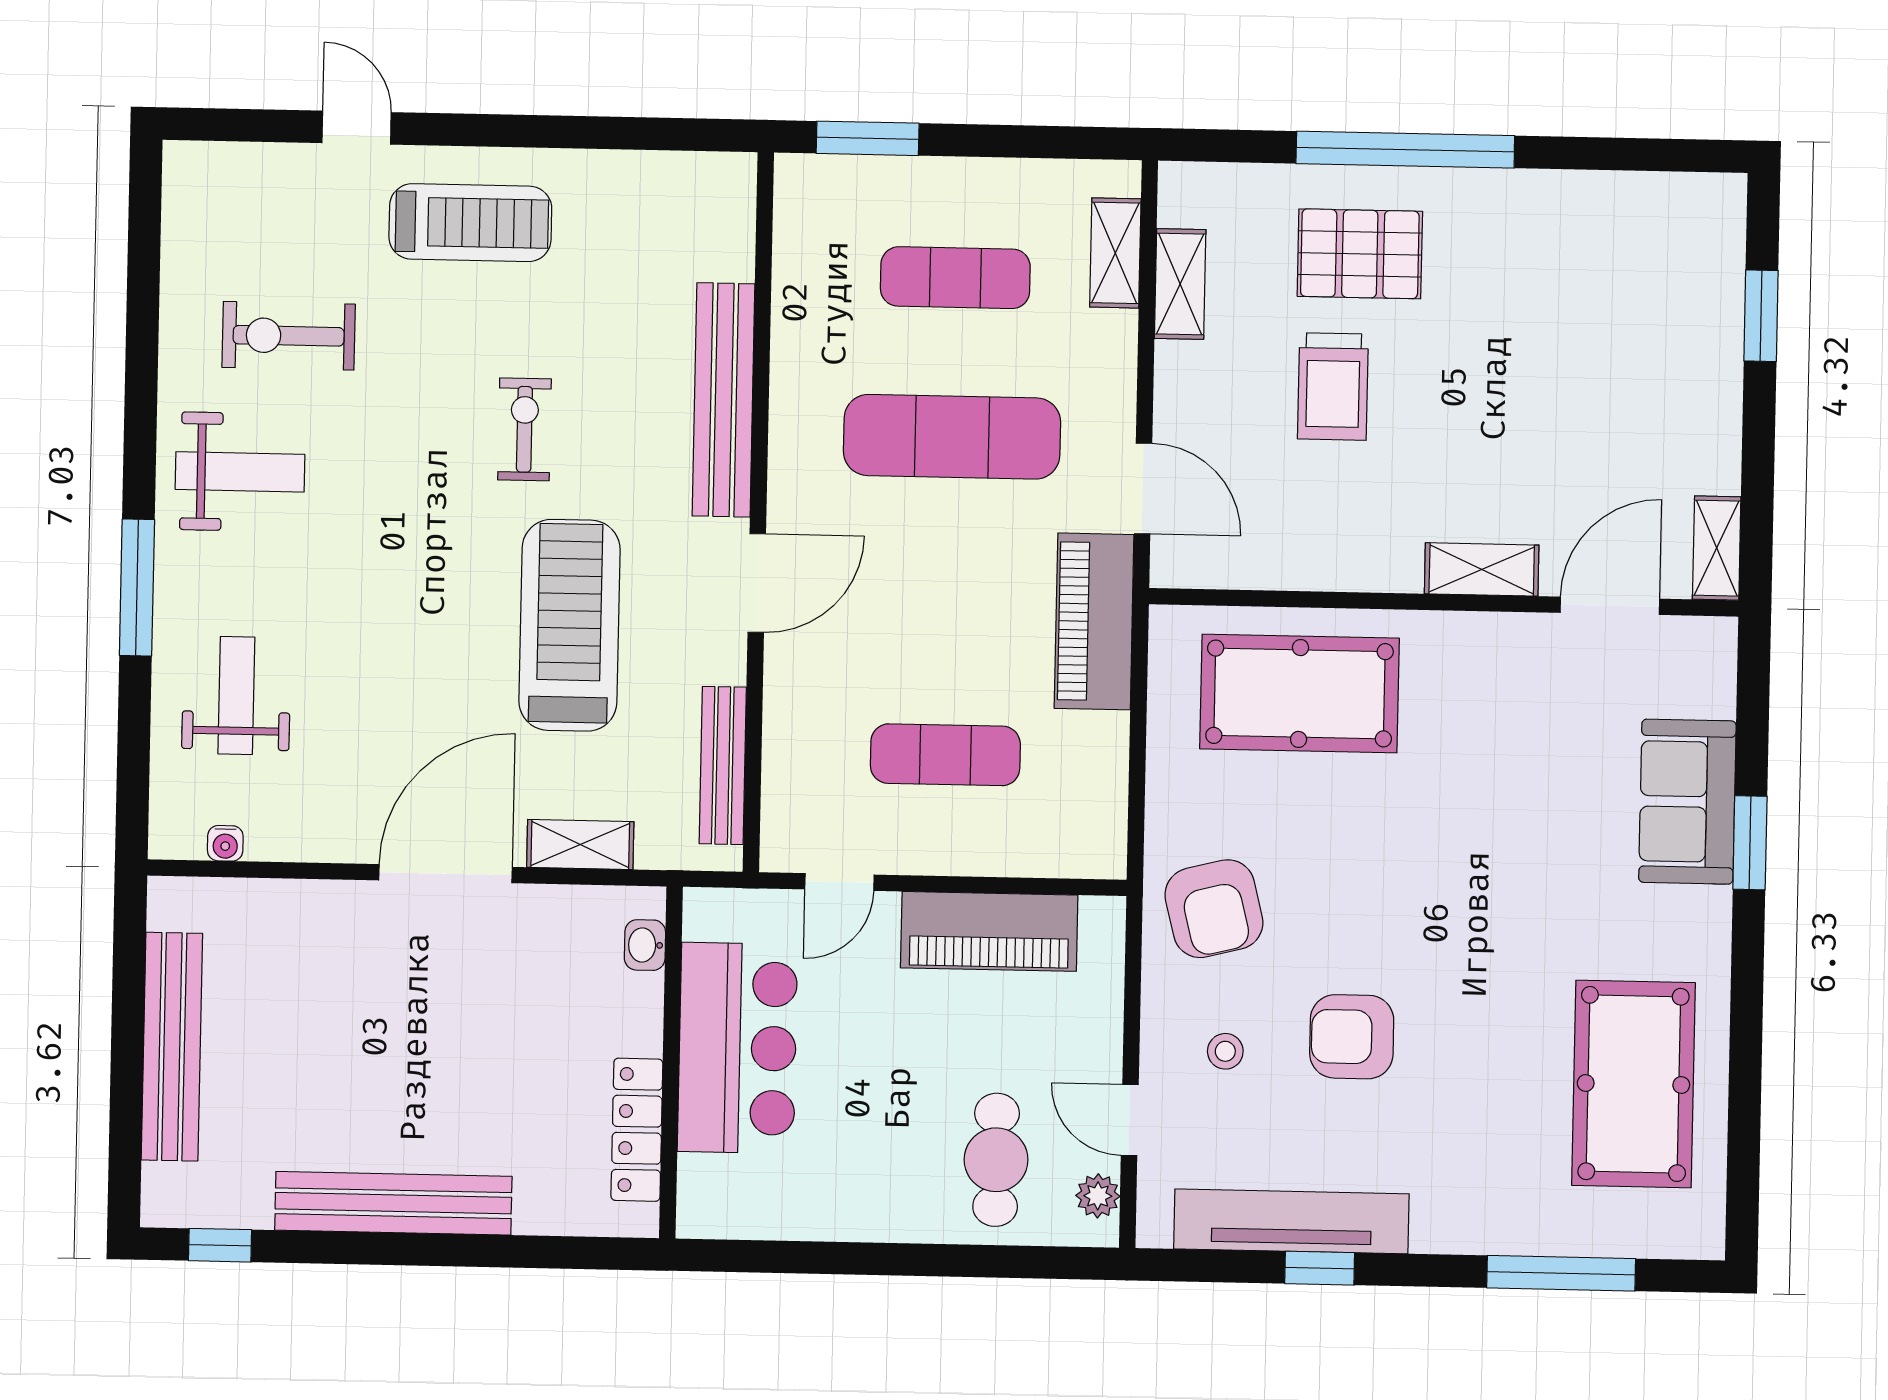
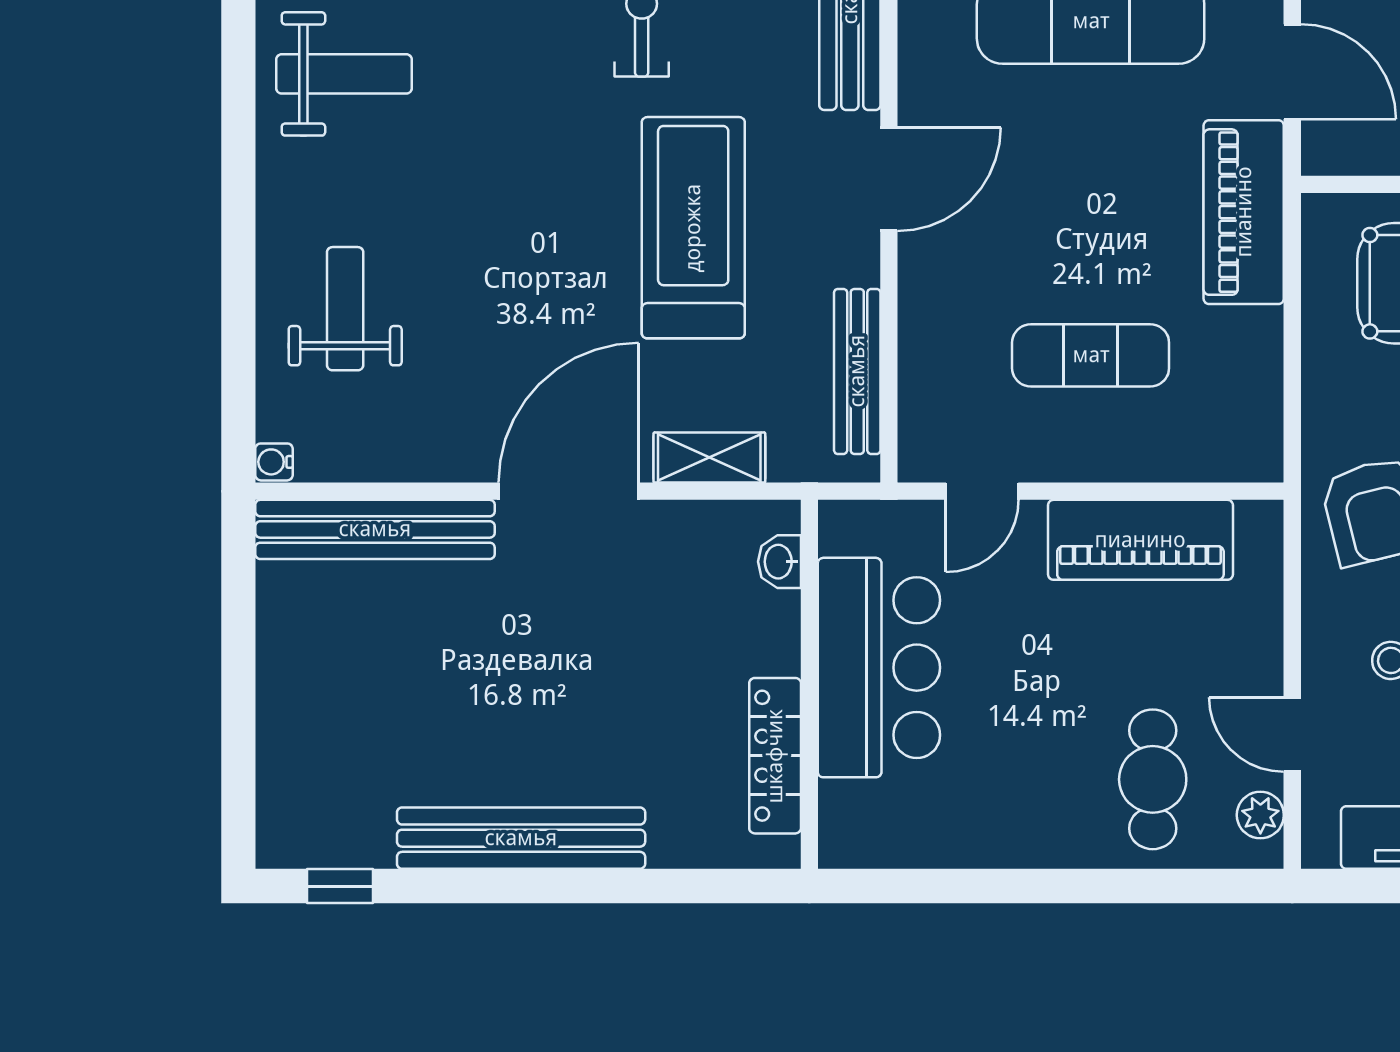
window: (137, 588) -> (238, 198), removed
water cooler: (225, 843) -> (274, 462), moved, turned 90
bench: (172, 1047) -> (375, 529), moved, turned 90

